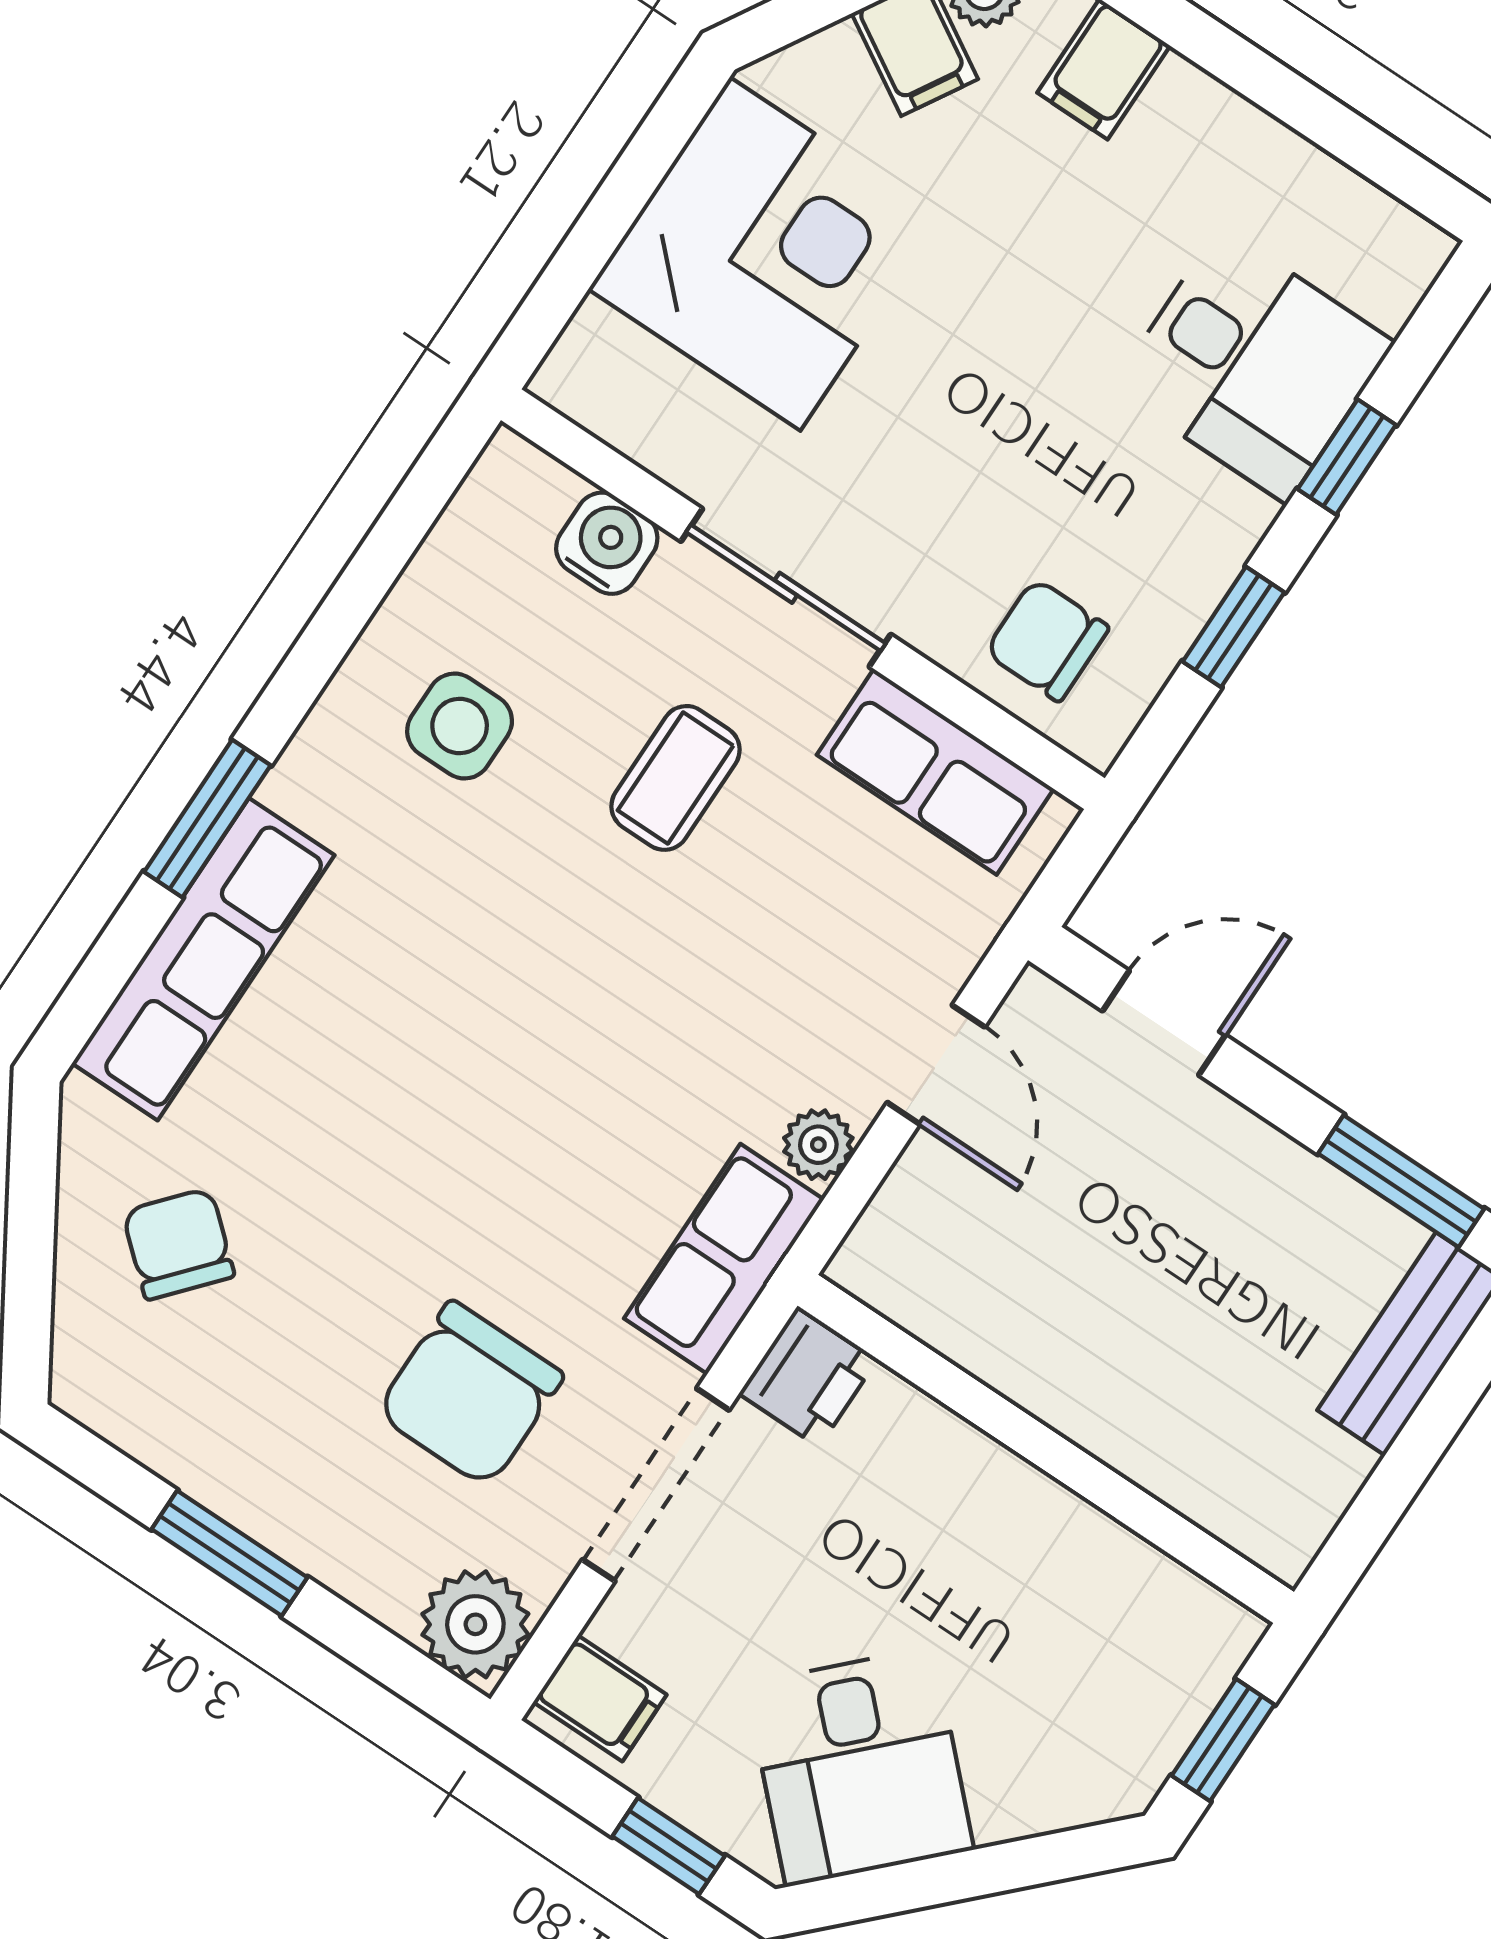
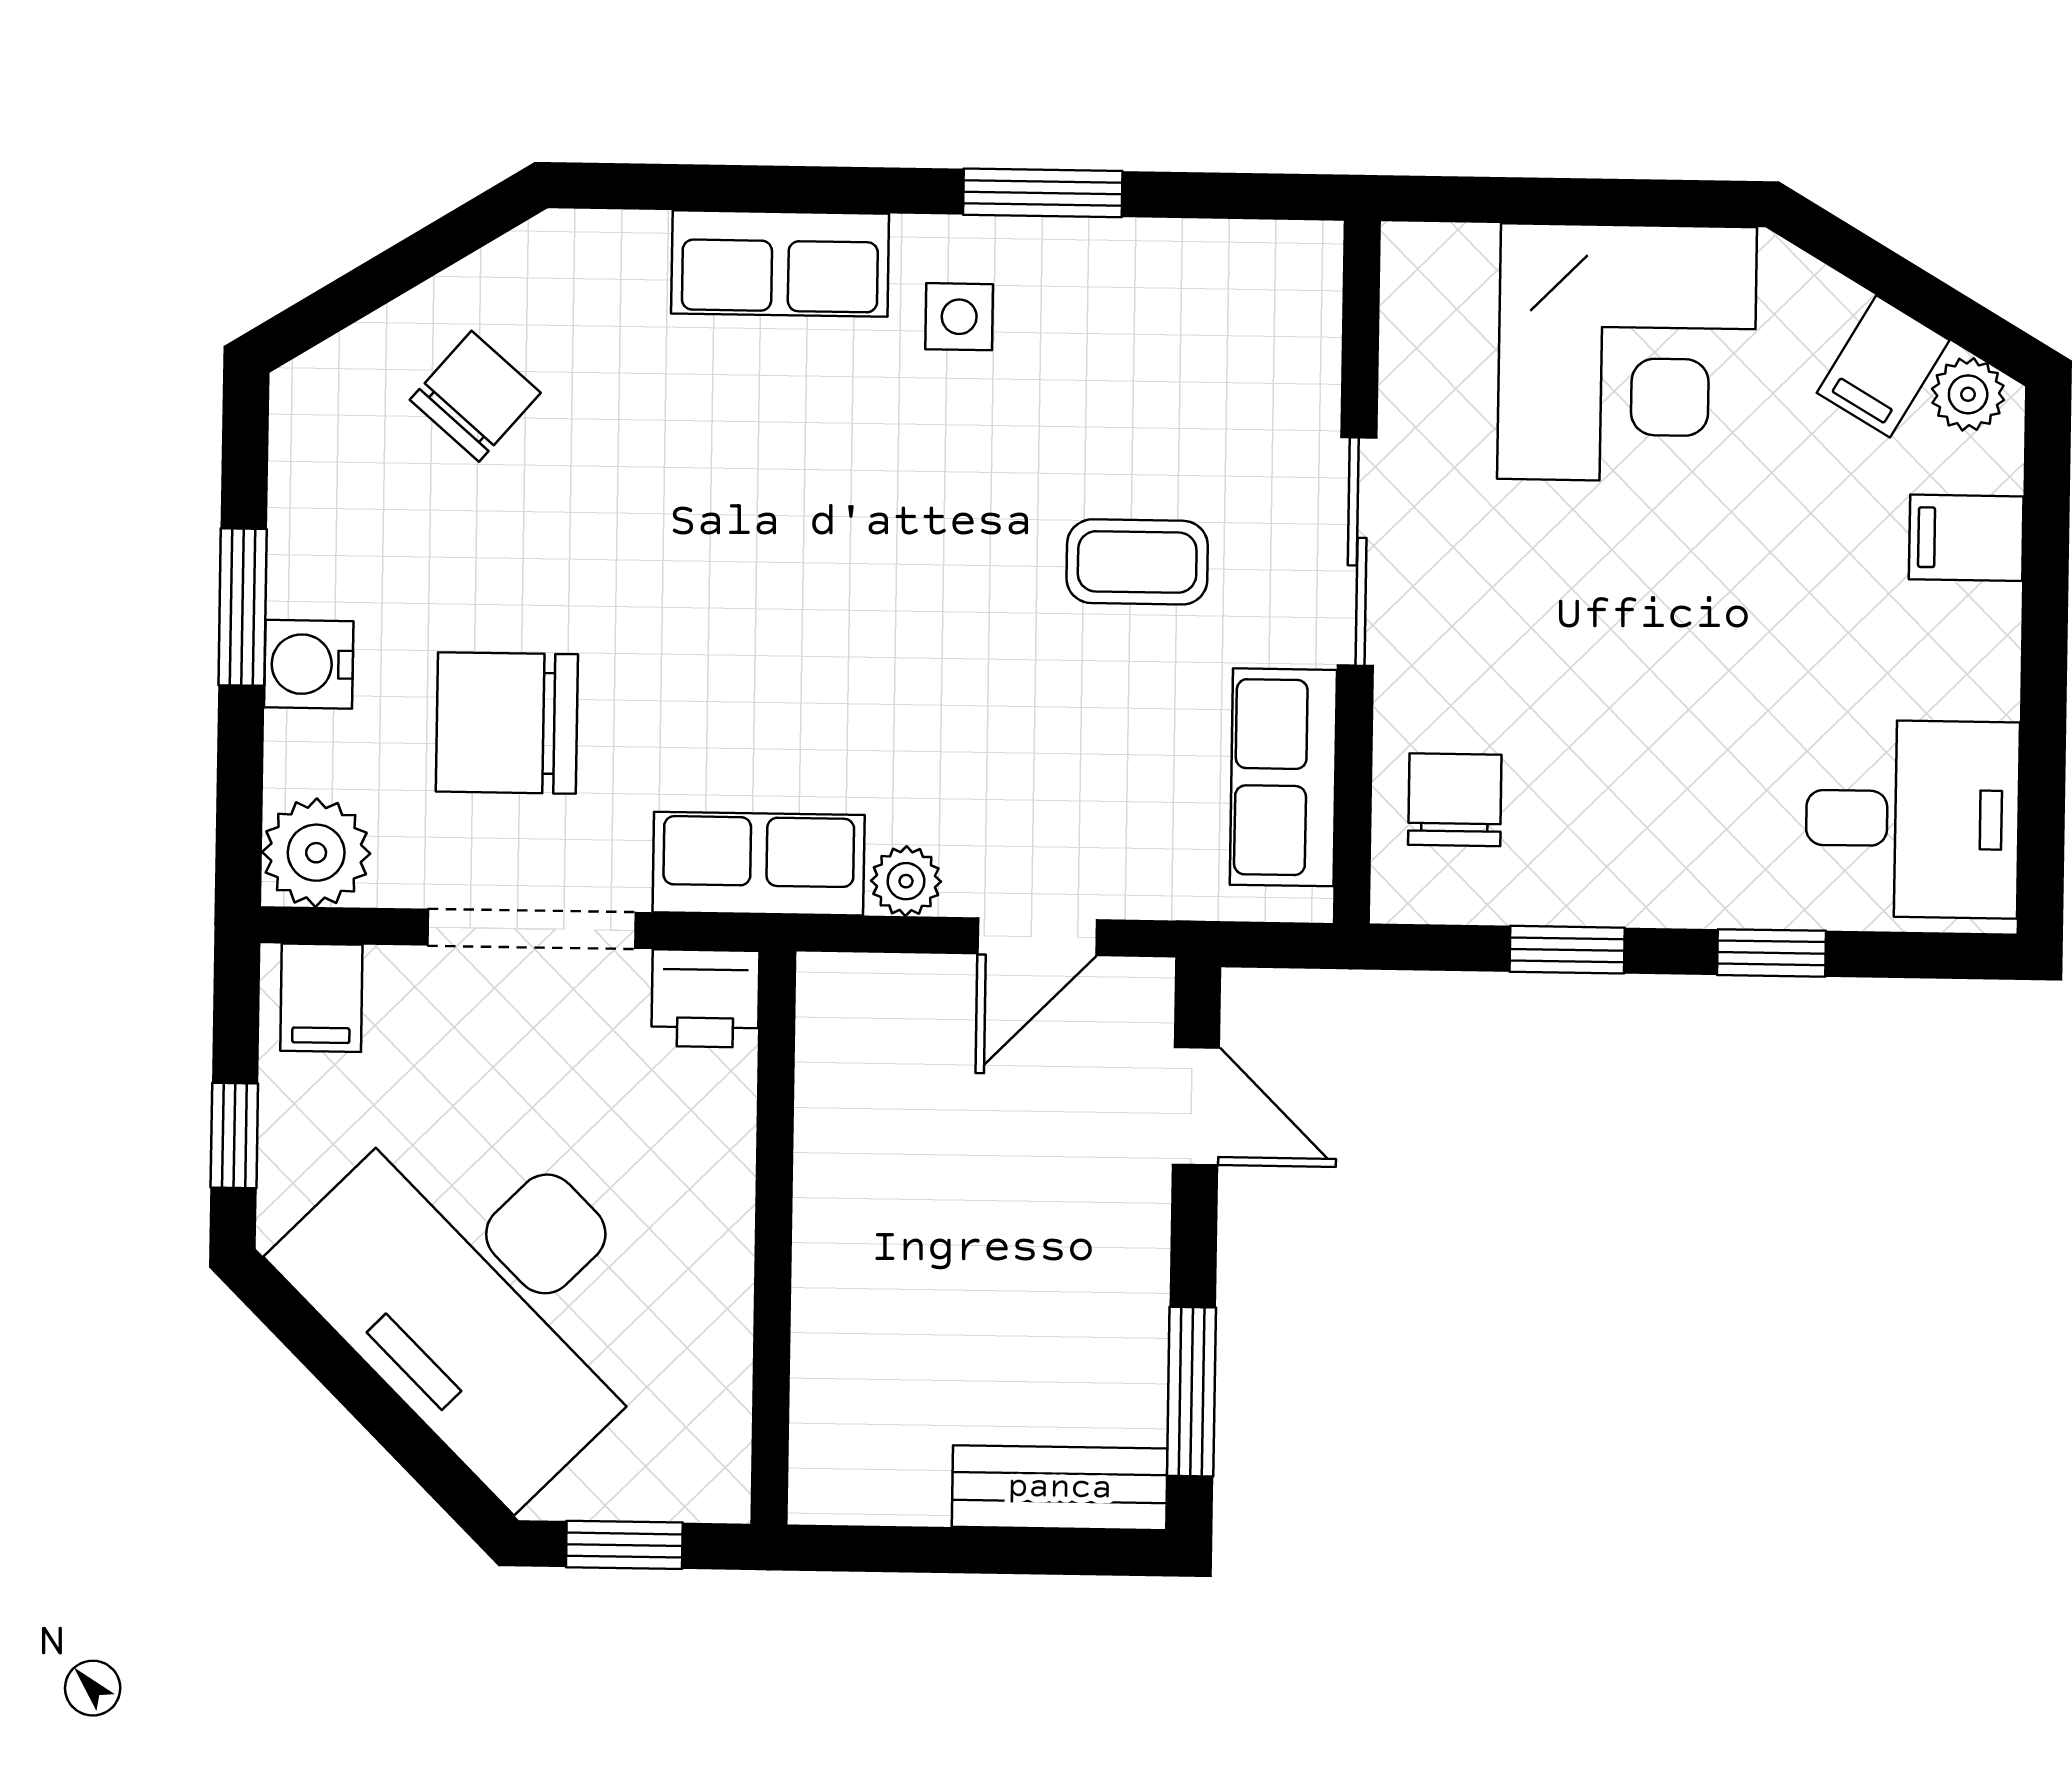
desk: (1253, 365) -> (1912, 819), moved, turned -90
water cooler: (607, 543) -> (309, 664), moved, turned 180
side table: (460, 726) -> (959, 317), moved, width x0.73, depth x0.73
window: (207, 819) -> (1043, 193), moved
row of seats: (203, 959) -> (780, 264), width x0.68
desk: (860, 1767) -> (486, 1292), width x1.87, depth x1.30

